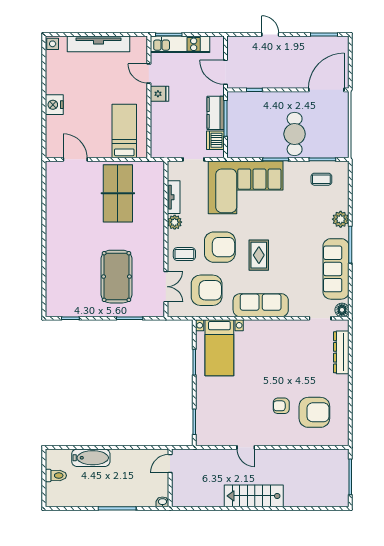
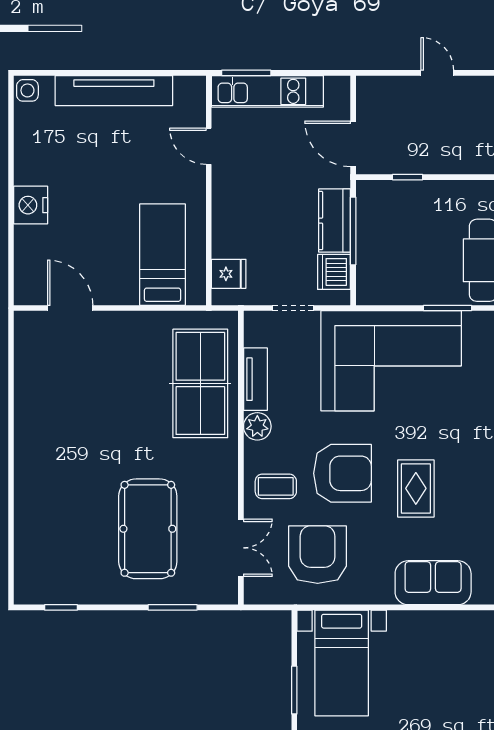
fridge: (159, 94) -> (229, 274), moved
table tennis table: (118, 193) -> (200, 383), moved
armchair: (207, 290) -> (318, 555), turned -90
sofa: (261, 305) -> (433, 583), width x0.73

